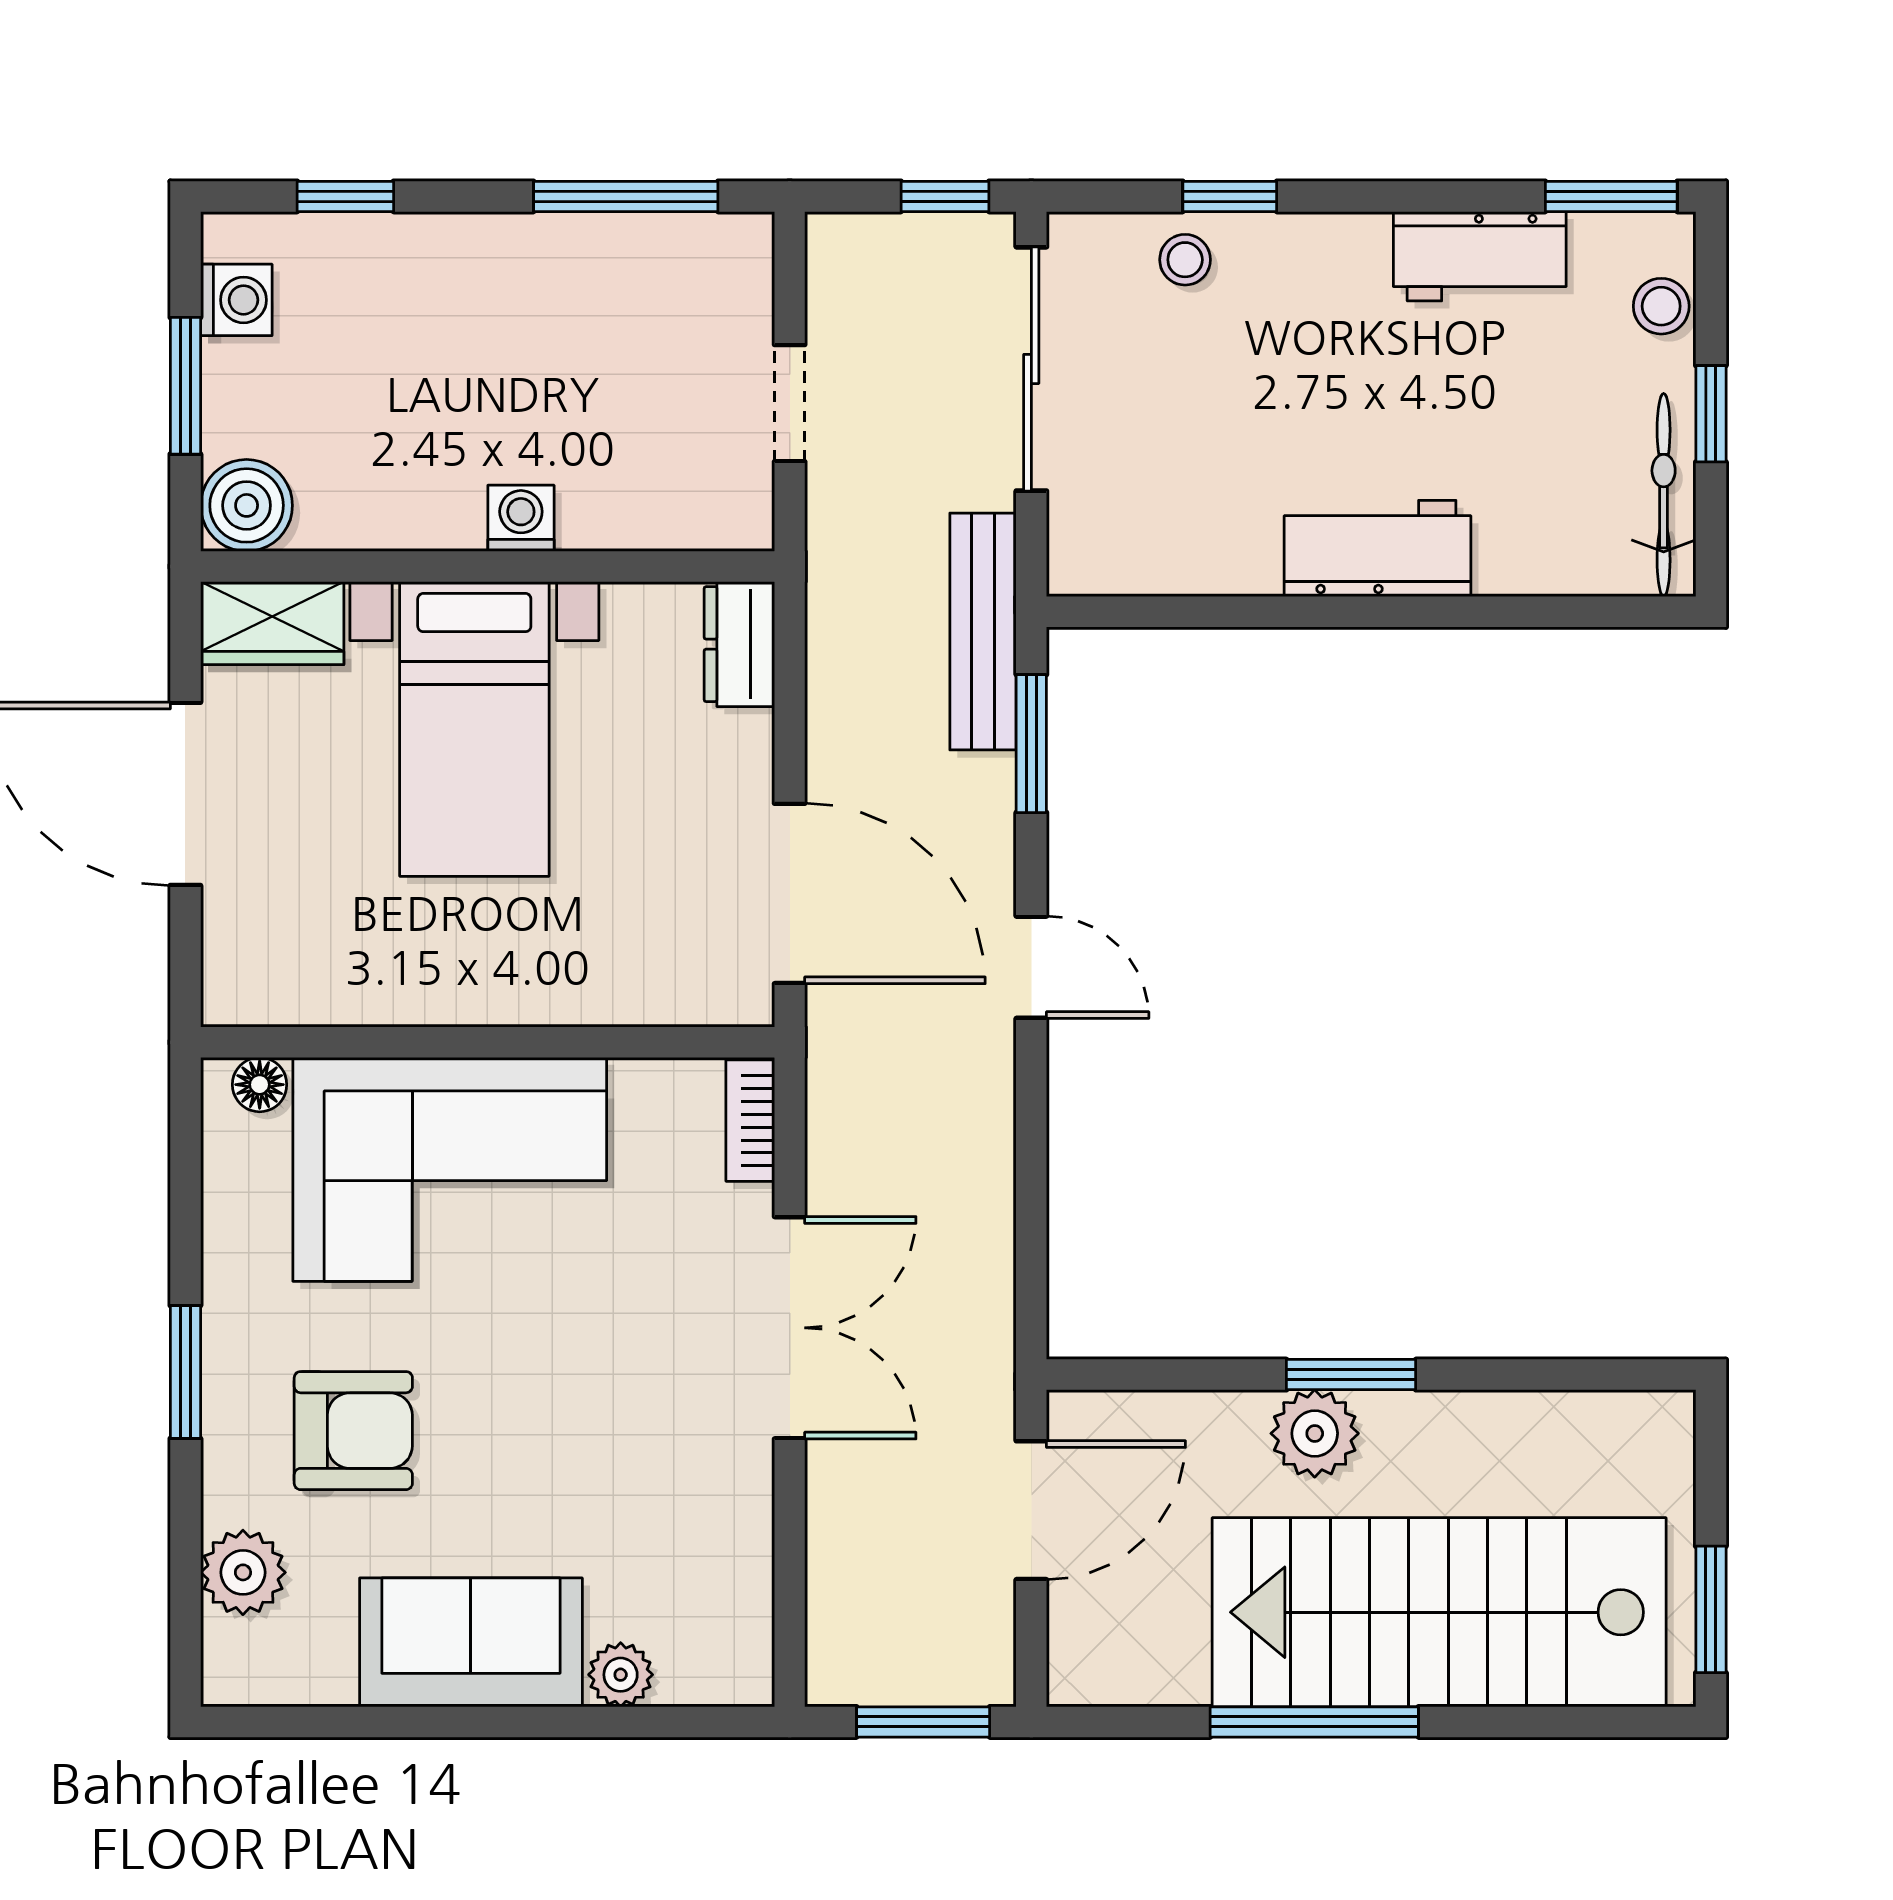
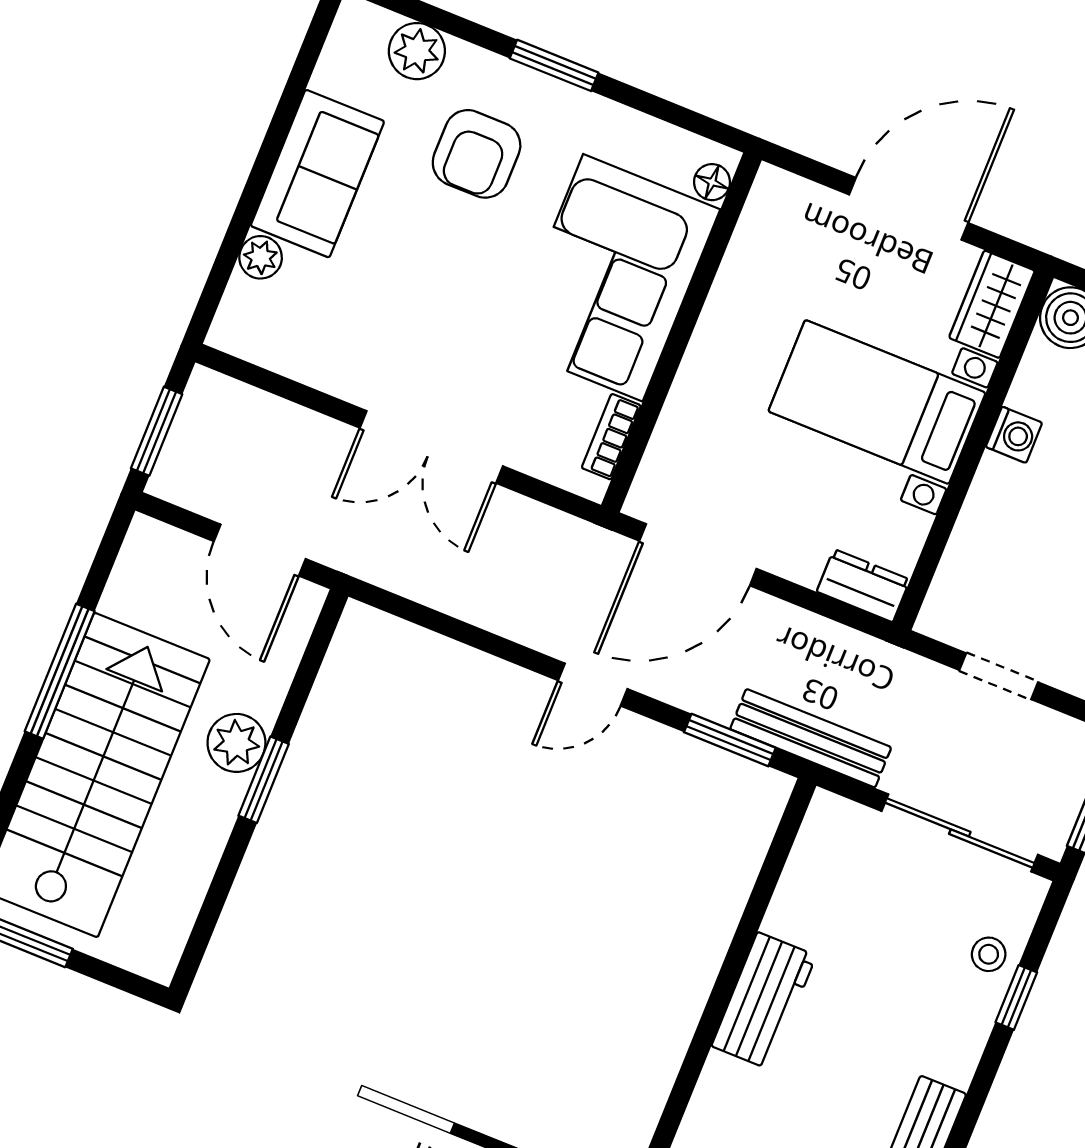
washing machine: (521, 518) -> (1014, 435), moved
bookcase: (750, 1121) -> (611, 437), moved, turned -90

